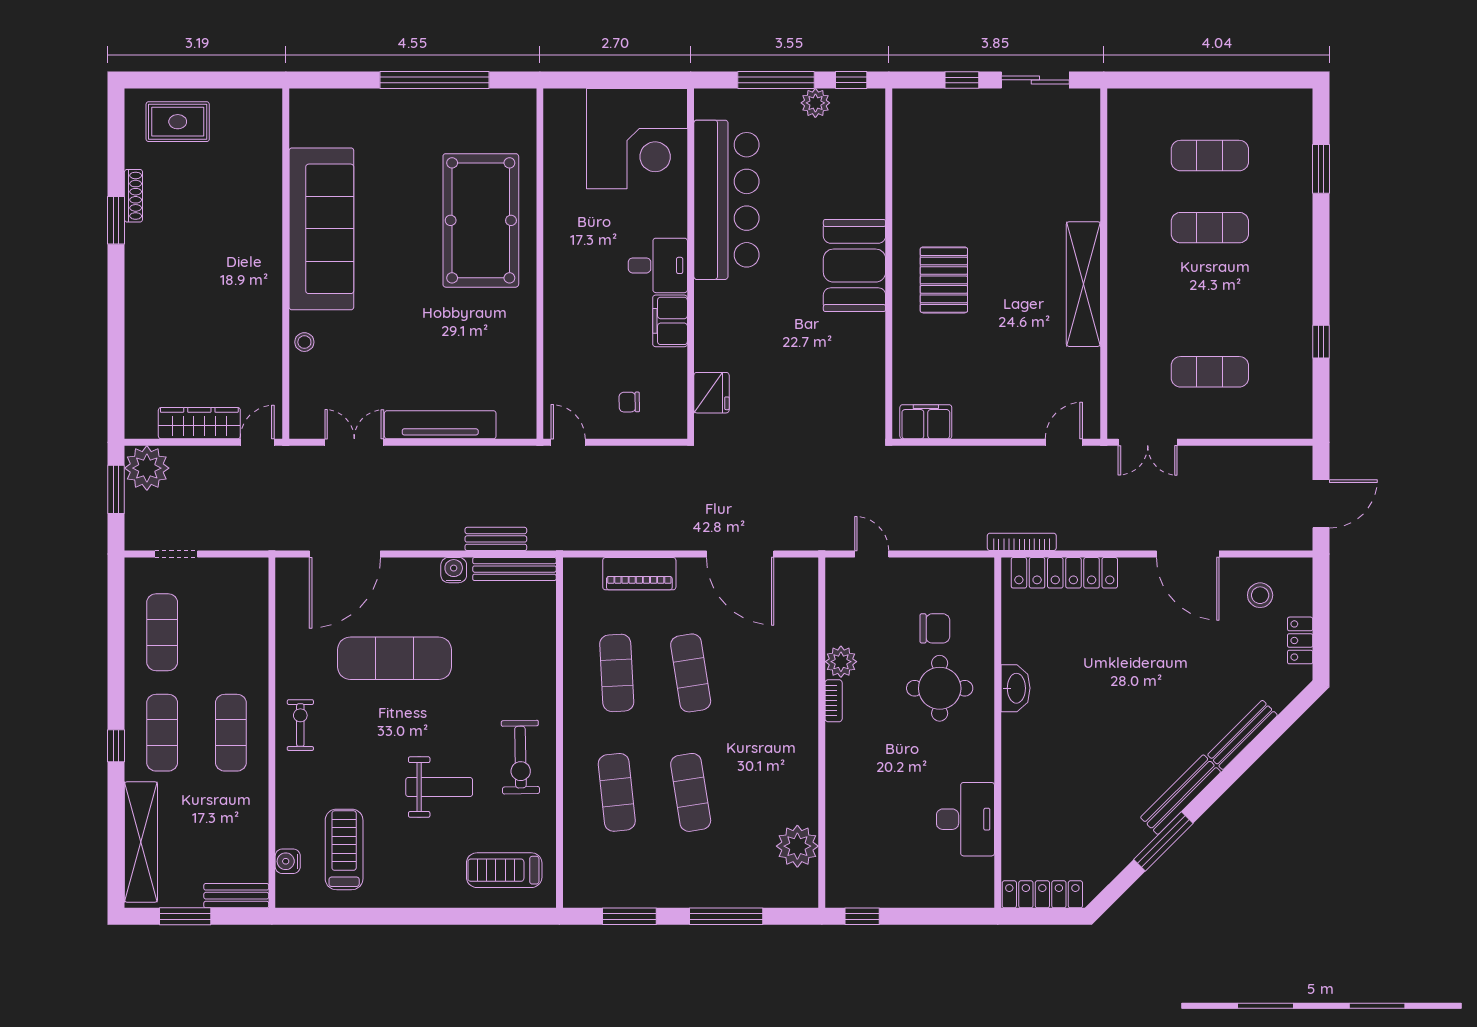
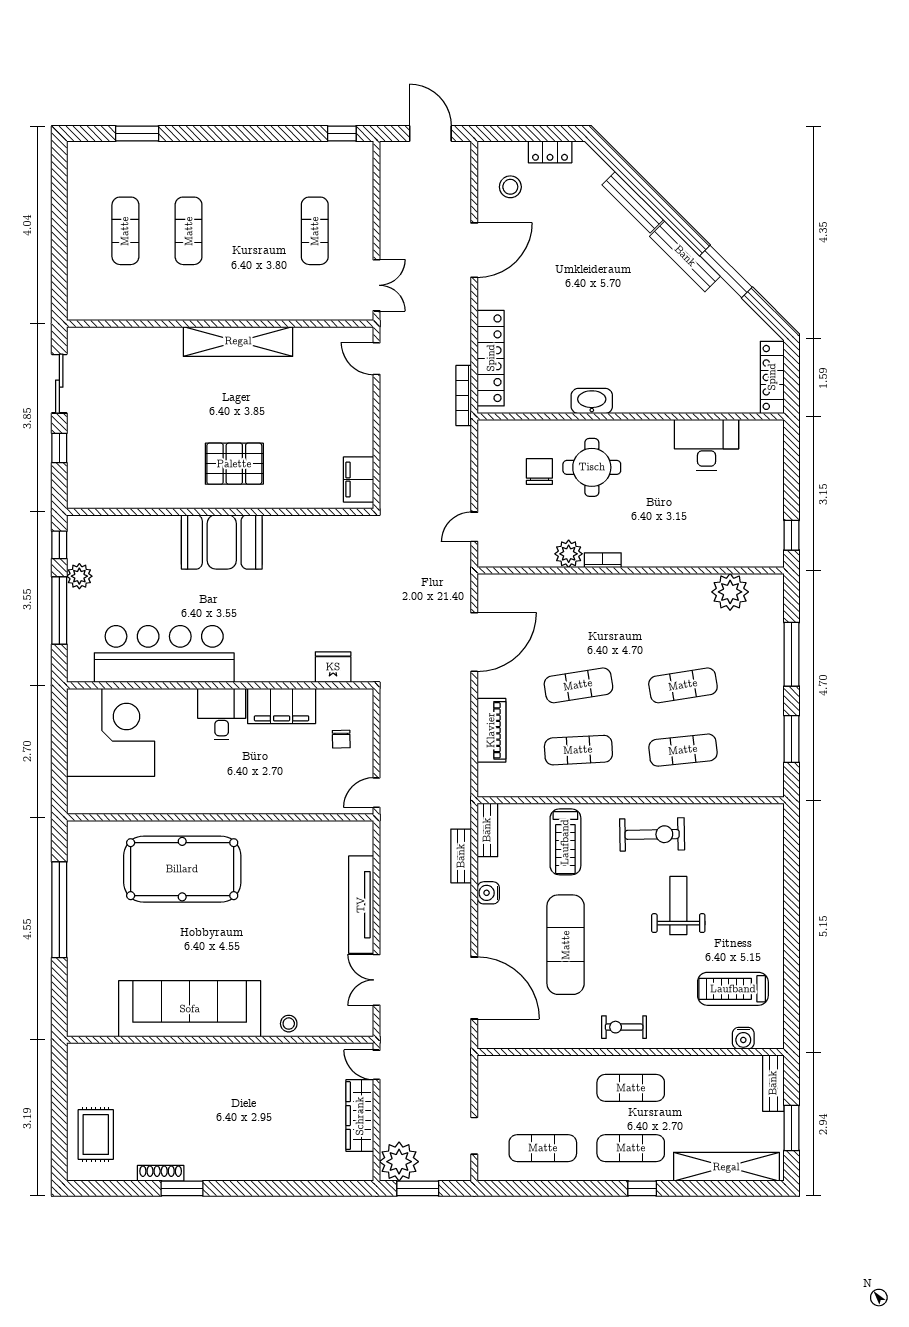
filing cabinet: (670, 321) -> (282, 706), width x1.50, depth x1.17
window: (1321, 342) -> (342, 133), moved
bench: (514, 569) -> (487, 830), width x0.73
treadmill: (504, 870) -> (565, 842), moved

